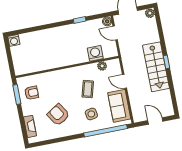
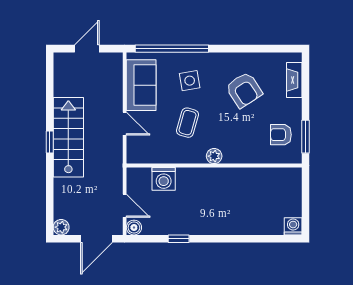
plant: (102, 66) -> (214, 156), moved
door: (155, 121) -> (87, 49), swing flipped

